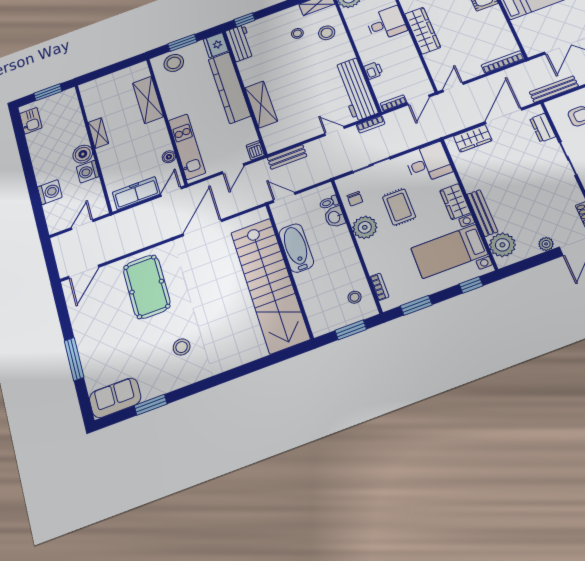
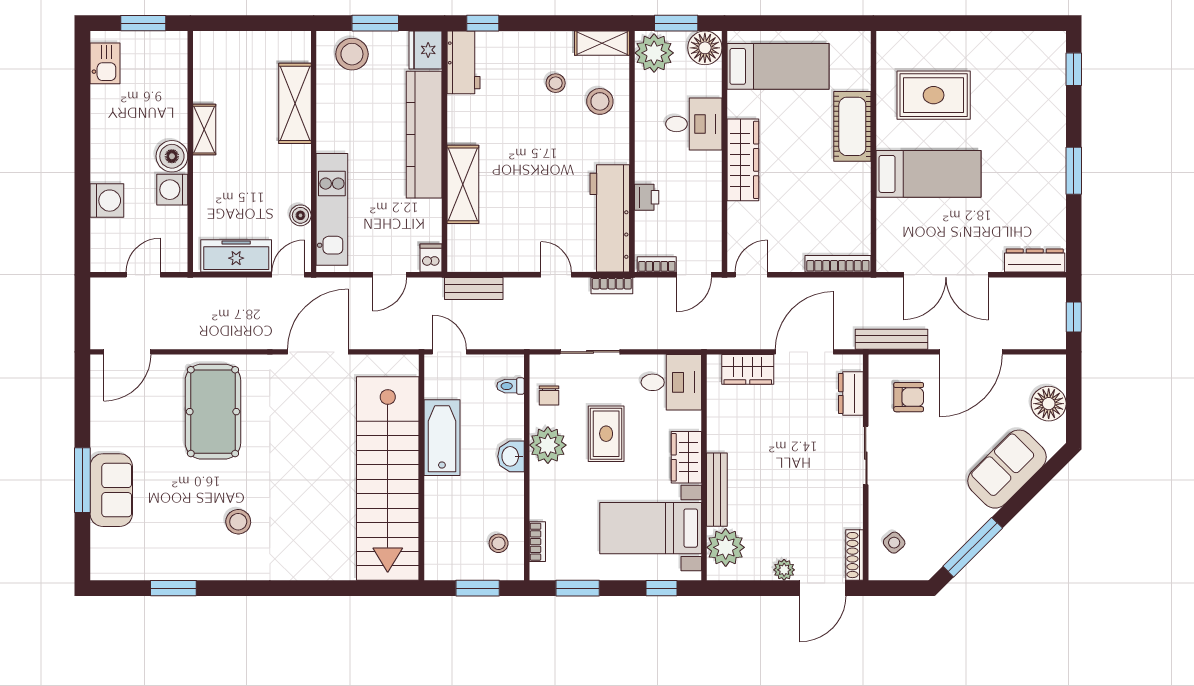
washbasin: (335, 217) -> (511, 456), moved
sofa: (115, 398) -> (111, 490), moved, turned 90

